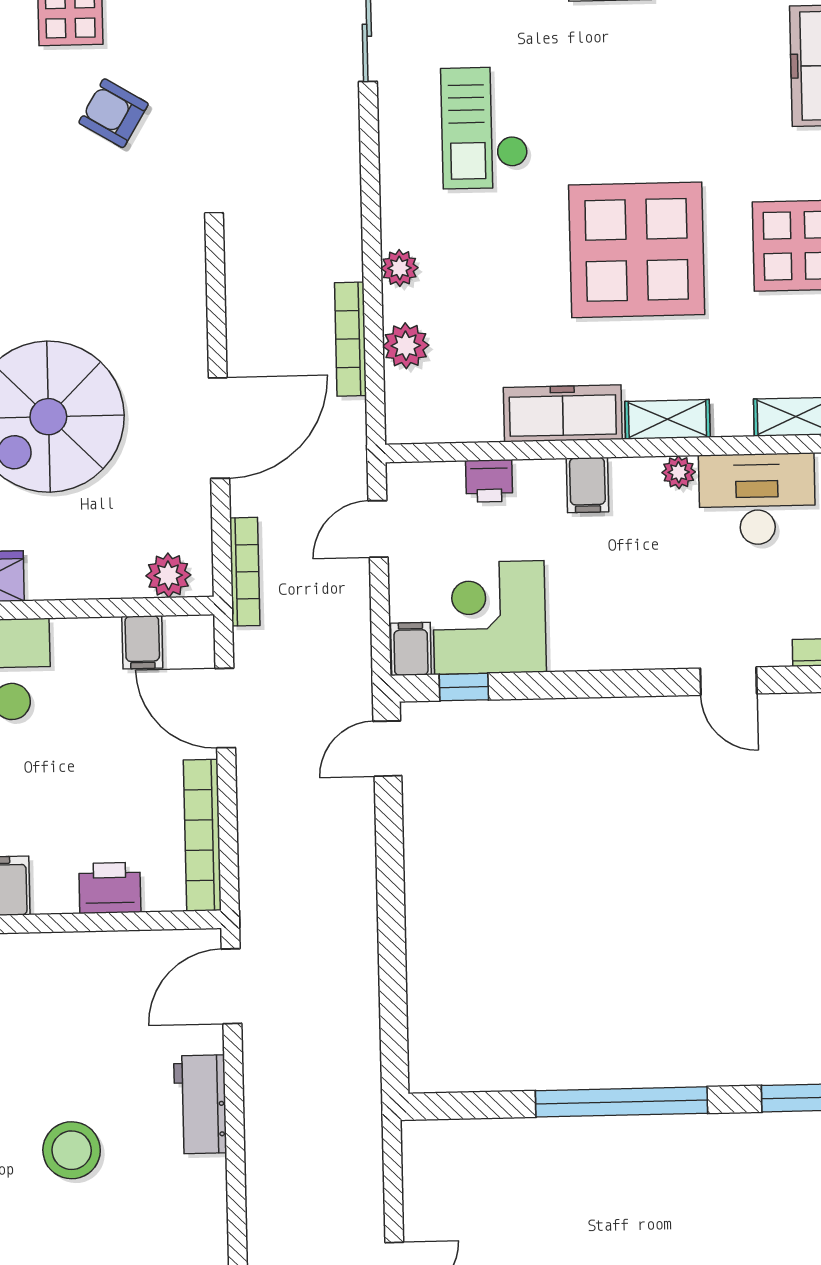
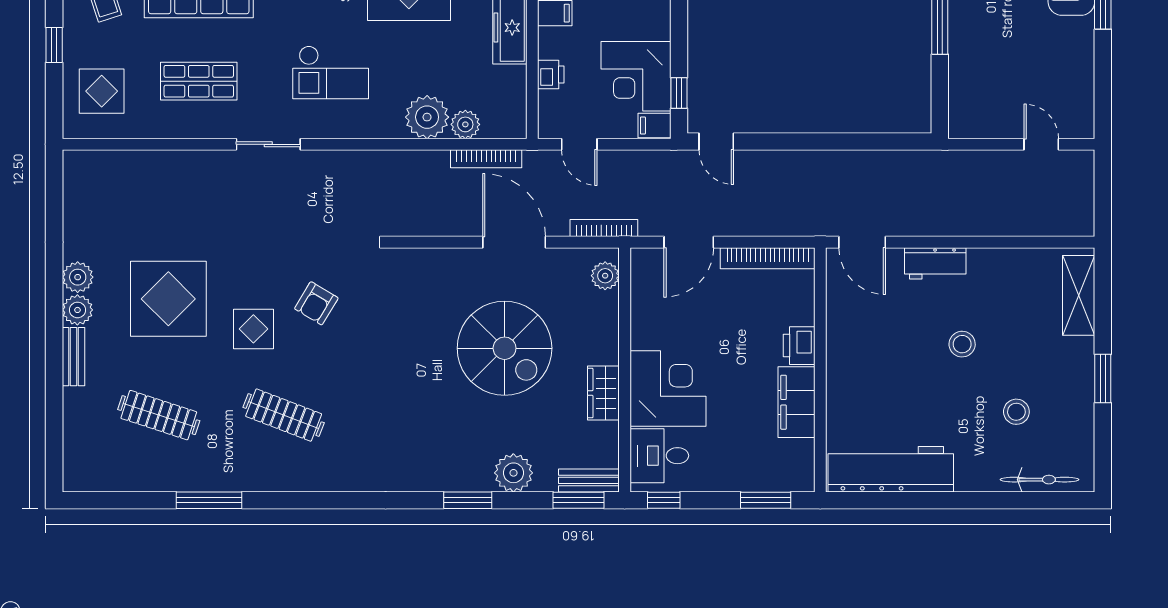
plant: (399, 268) -> (427, 117), width x1.88, depth x1.88
bookcase: (351, 339) -> (486, 159), moved
filing cabinet: (142, 642) -> (647, 293), removed
printer: (110, 888) -> (799, 346), moved
stool: (72, 1150) -> (962, 344), width x0.73, depth x0.73

